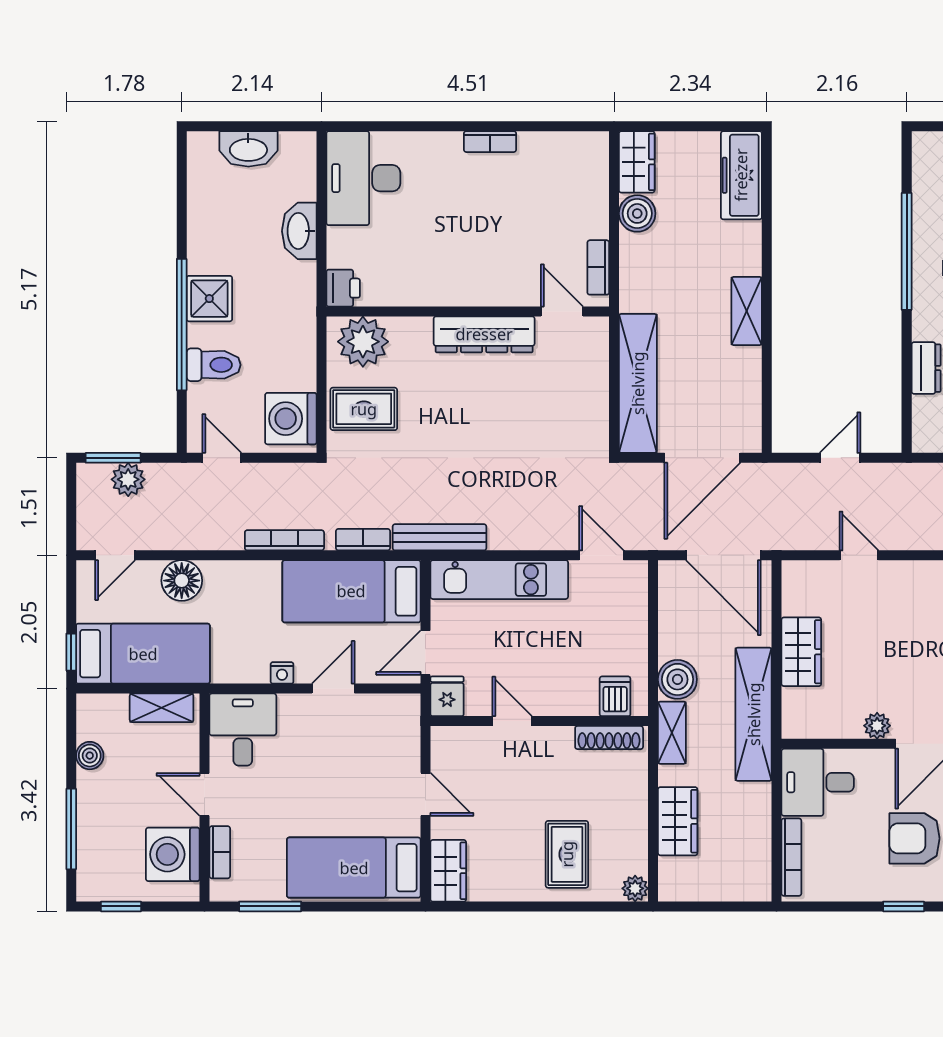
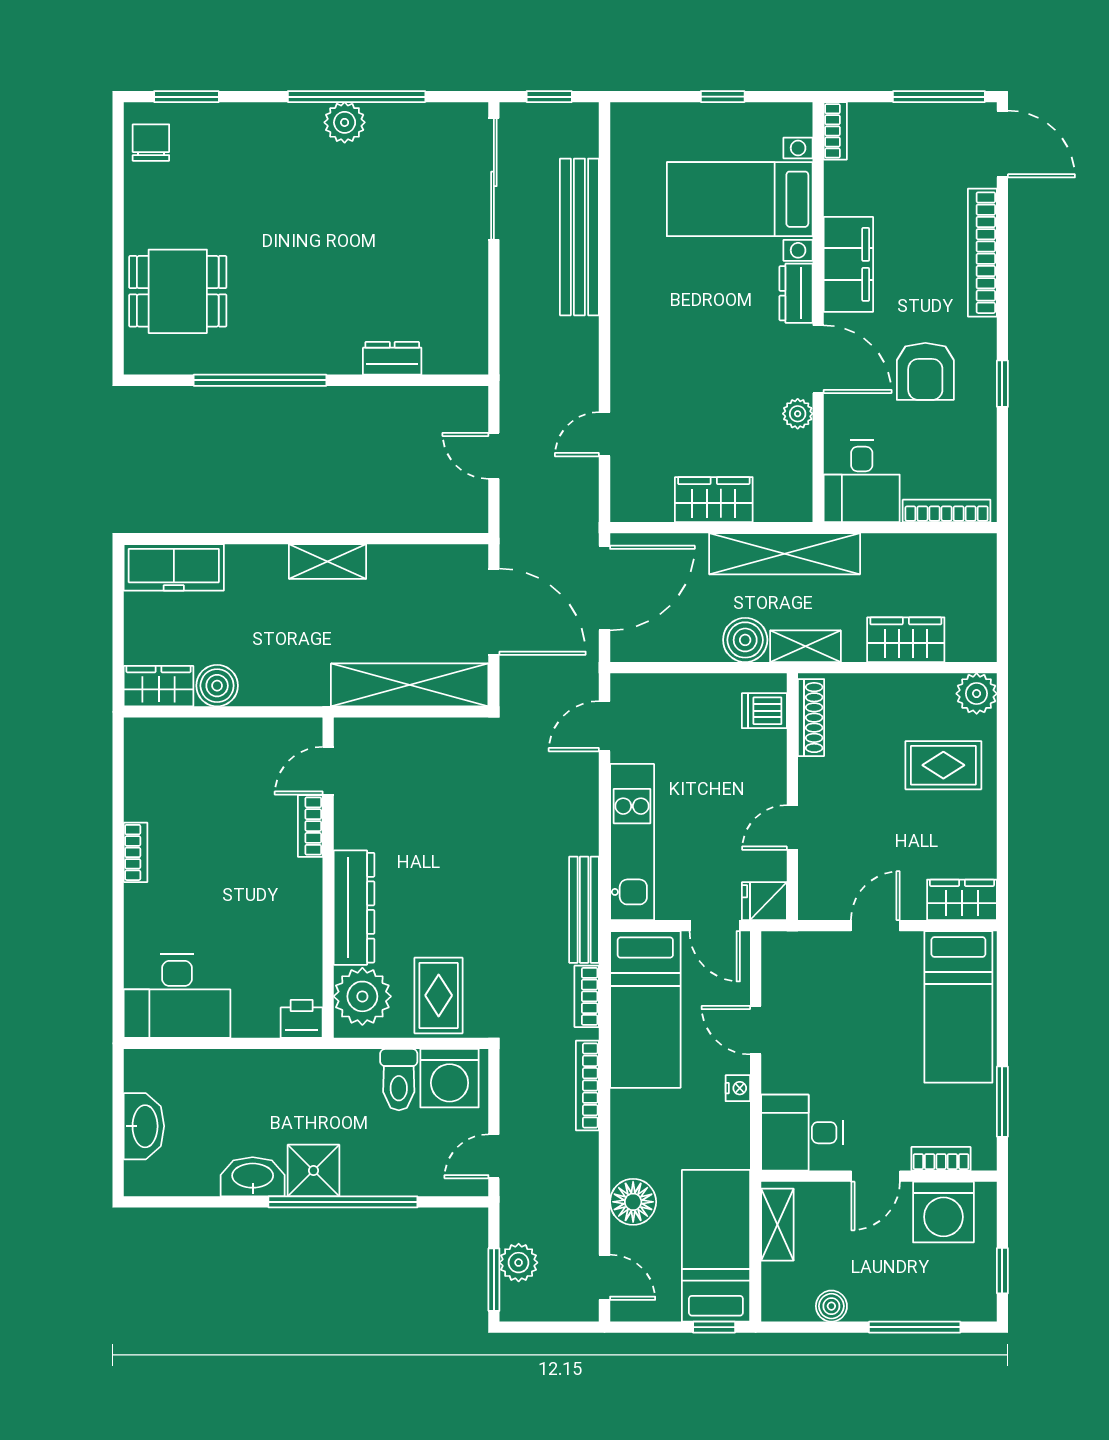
washbasin: (299, 231) -> (253, 1177), moved, turned 180
bookcase: (598, 267) -> (310, 826), moved, turned 90
dresser: (484, 334) -> (354, 908), moved
toilet: (214, 365) -> (399, 1080), moved, turned 180
plant: (635, 888) -> (977, 694), width x1.38, depth x1.38

